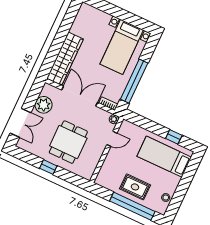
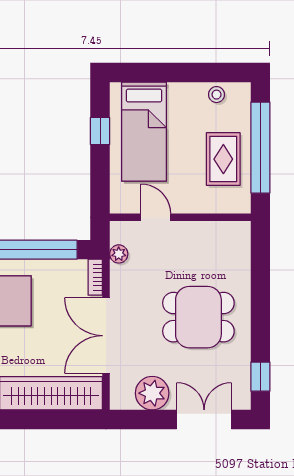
door: (112, 139) -> (156, 217), moved
wall: (107, 150) -> (180, 217), moved
window: (48, 167) -> (260, 377), moved

